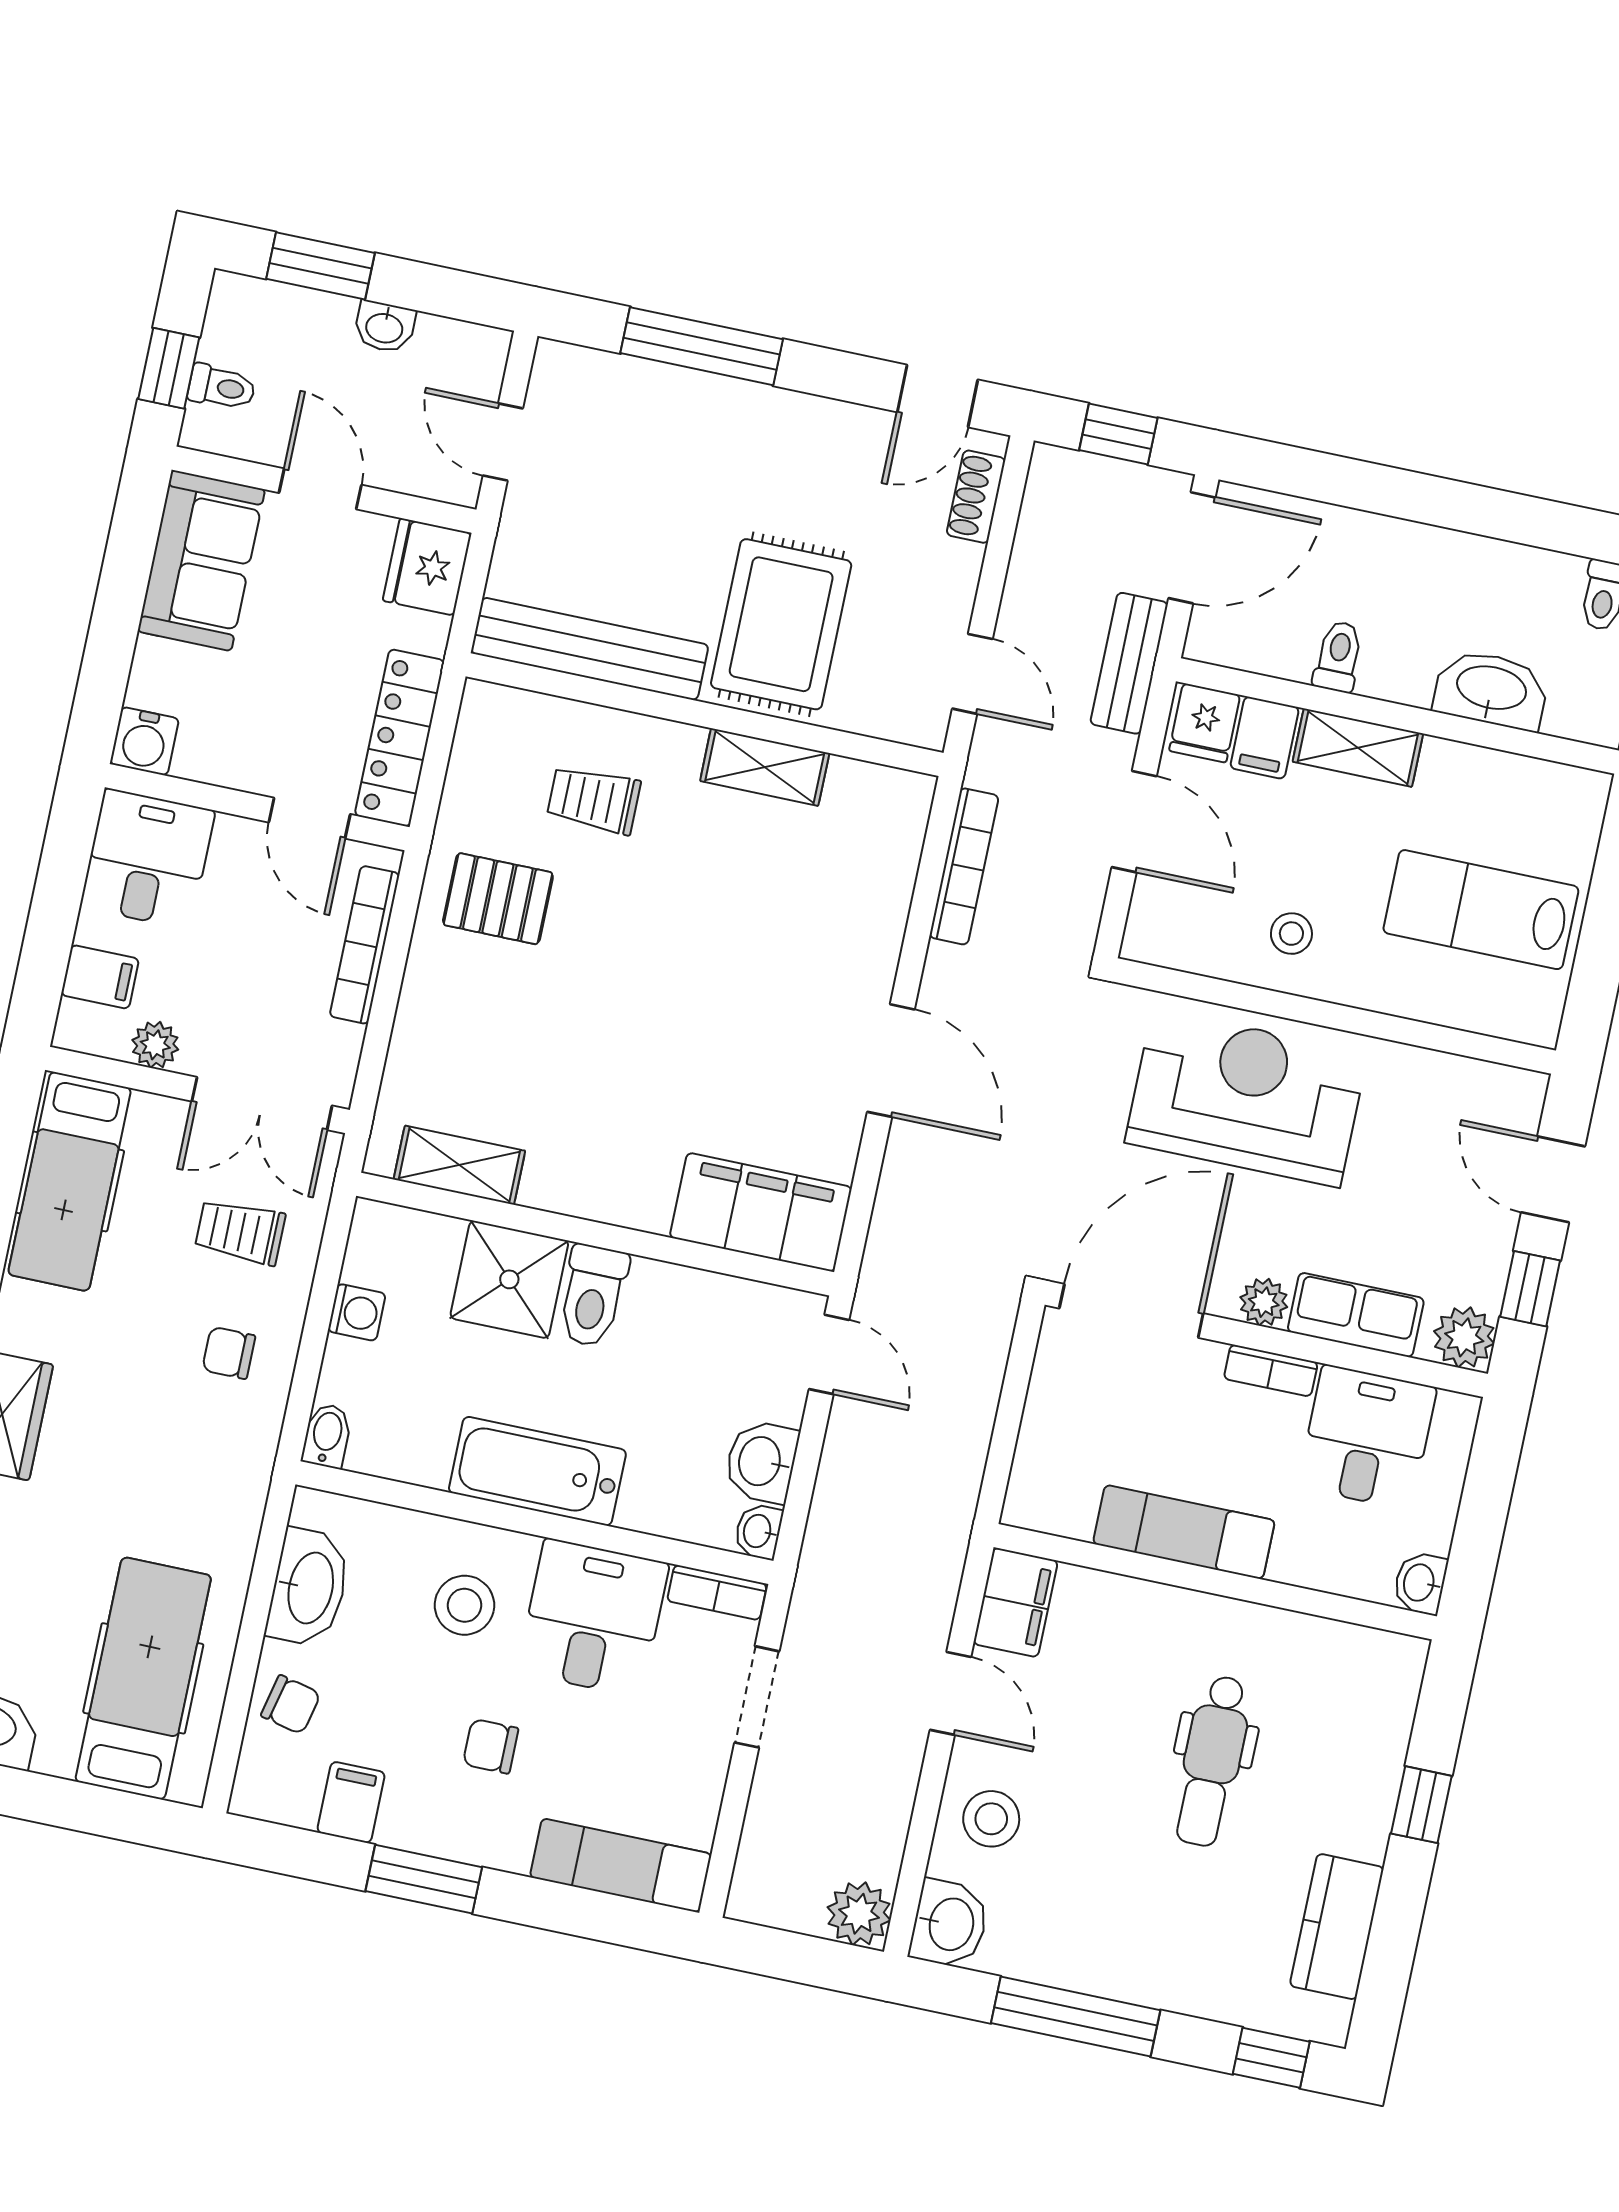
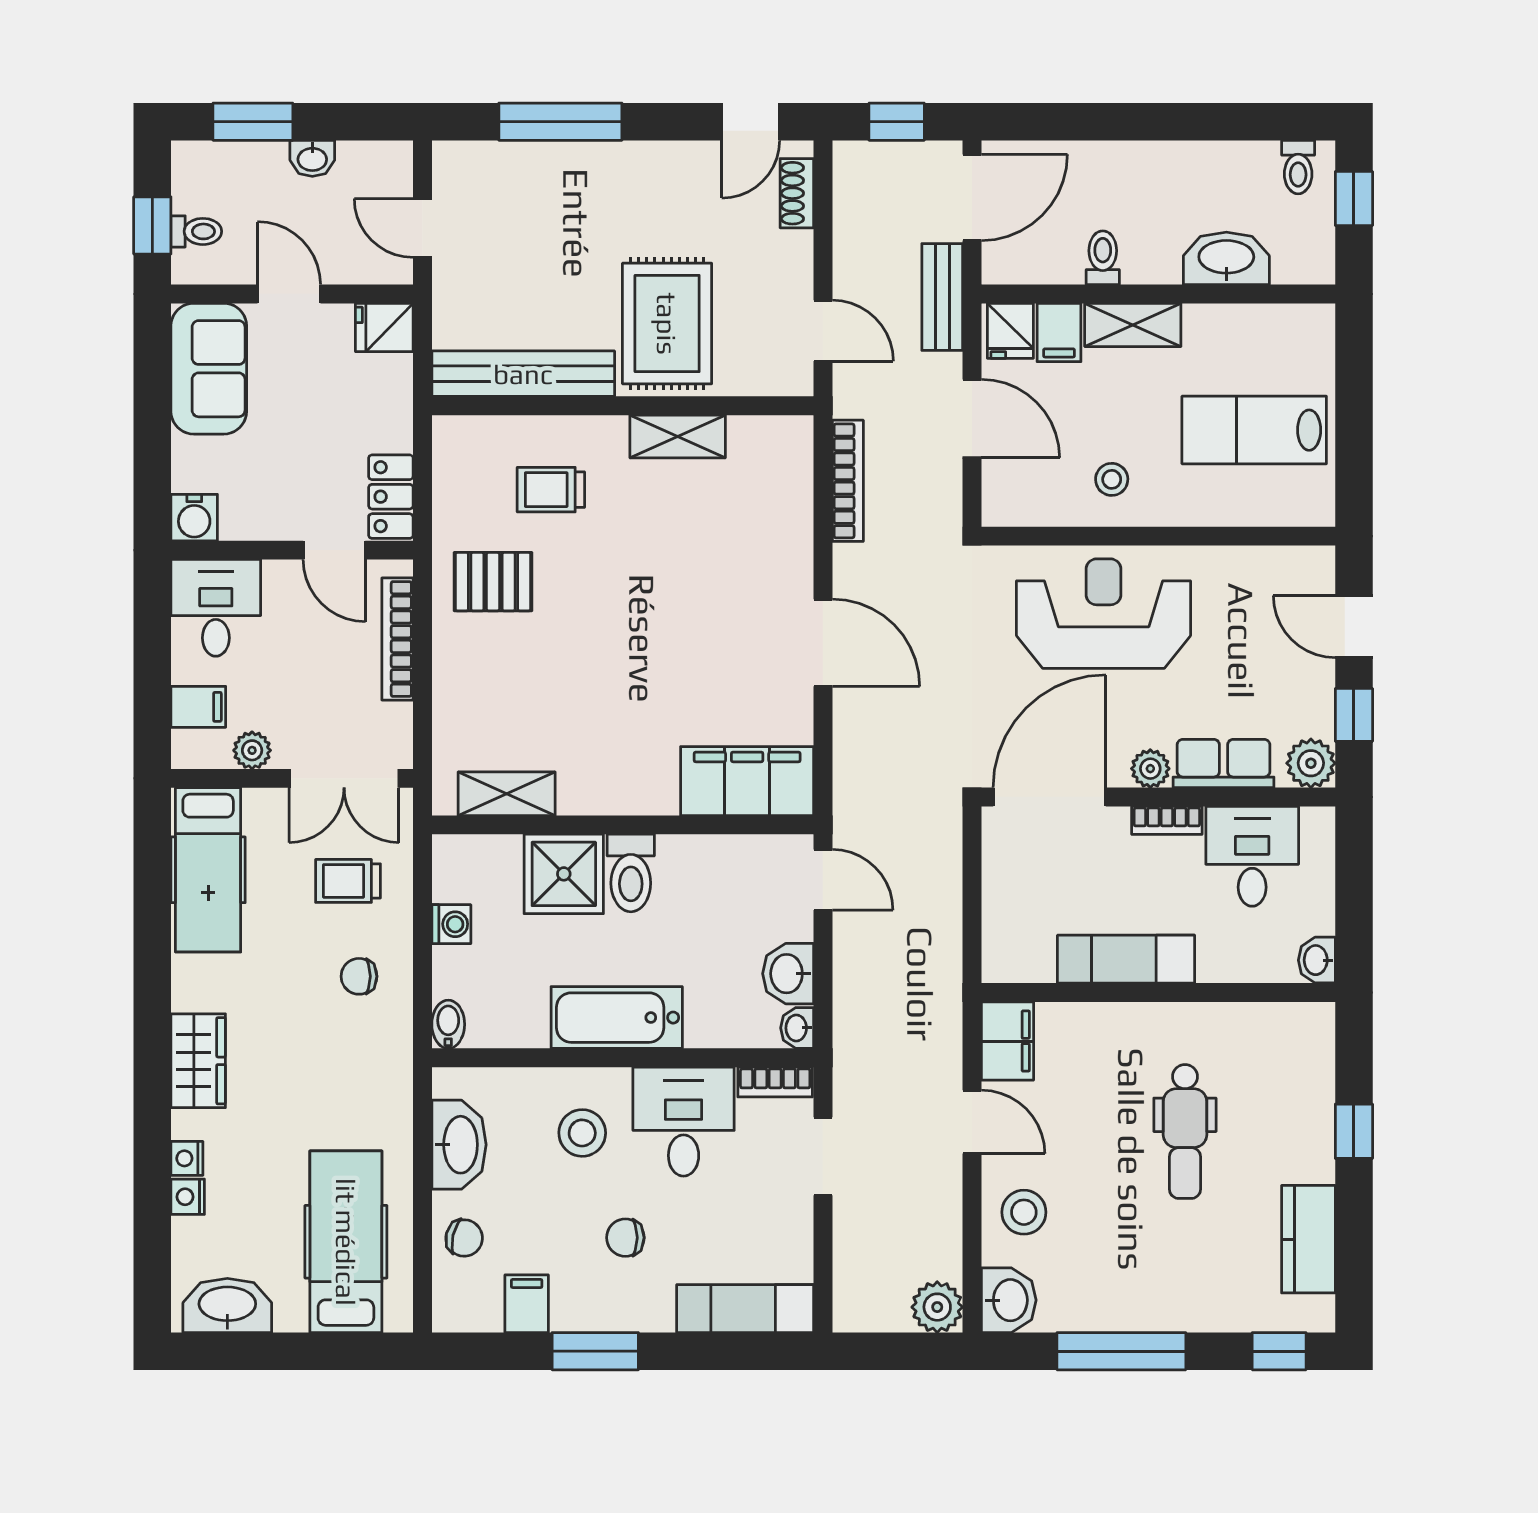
fridge: (427, 567) -> (384, 327), width x0.72
locker: (400, 738) -> (391, 497), width x0.66

